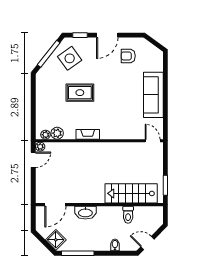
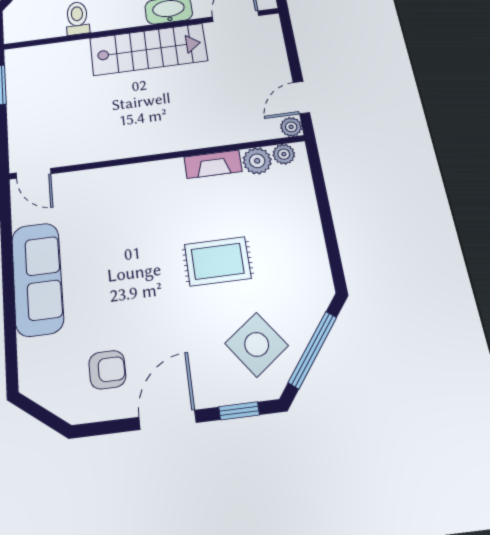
fireplace: (88, 134) -> (213, 164), moved
stairs: (131, 193) -> (148, 49), moved

